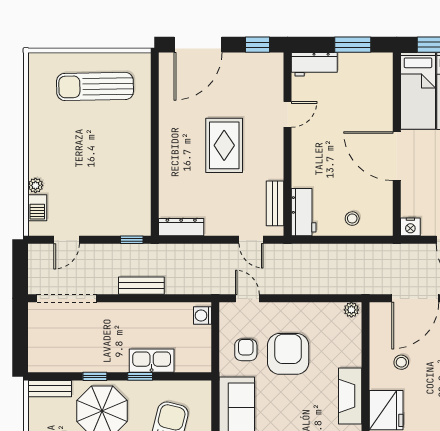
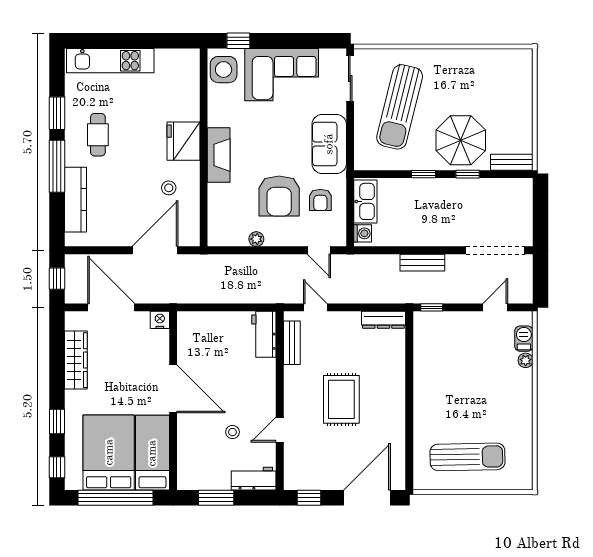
stool: (352, 219) -> (232, 432), moved
plant: (351, 310) -> (256, 239), moved
kitchen sink: (152, 361) -> (365, 201), moved, turned -90

